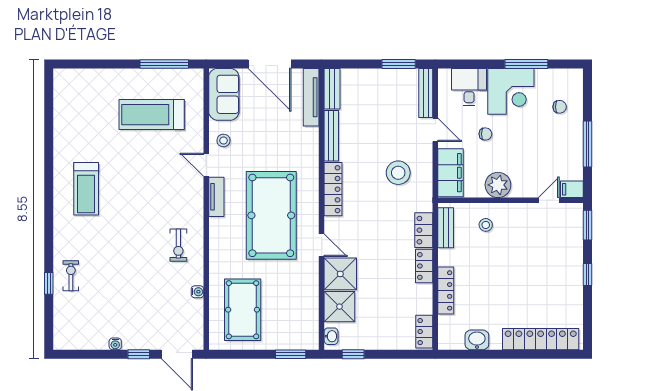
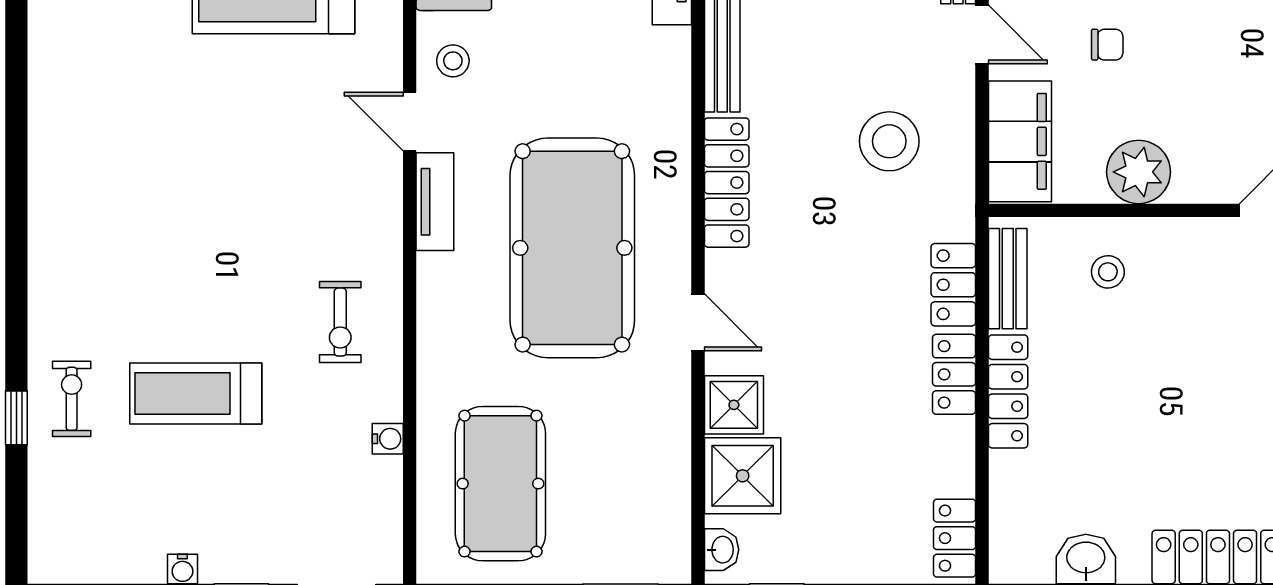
treadmill: (86, 189) -> (196, 394), moved, turned 90
shower: (340, 274) -> (734, 405), width x0.73, depth x0.73
locker: (446, 290) -> (1008, 391), moved

